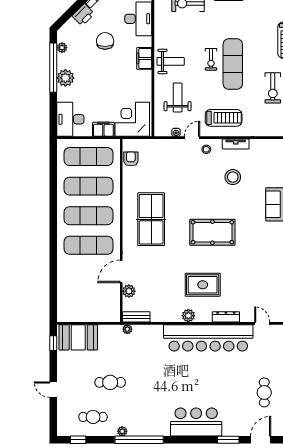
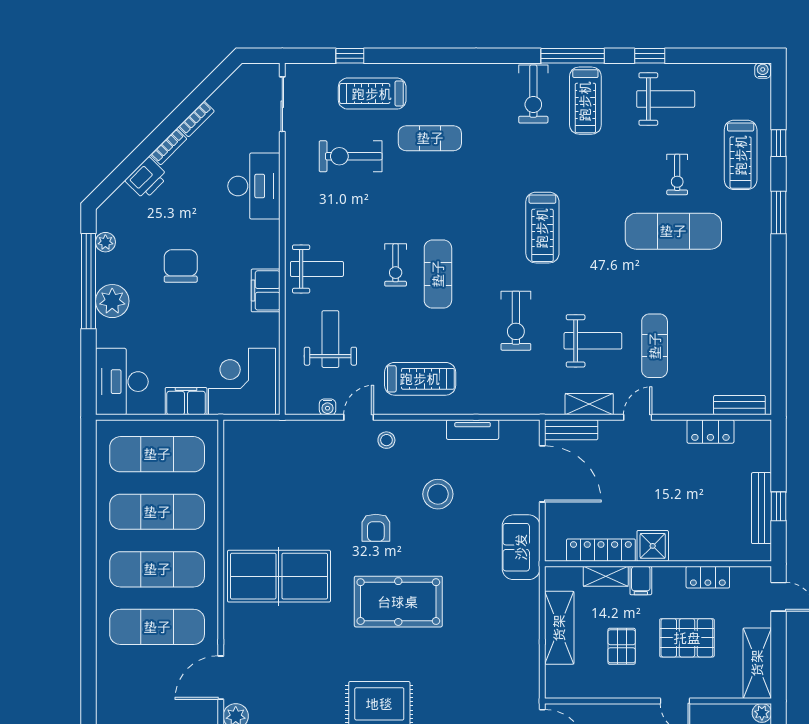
chair: (105, 41) -> (181, 266), moved
filing cabinet: (144, 58) -> (266, 290), moved
exercise mat: (233, 64) -> (438, 274), width x0.73, depth x0.69
tv unit: (236, 144) -> (473, 430), moved
armchair: (131, 159) -> (376, 528), moved, turned 180
table tennis table: (151, 219) -> (279, 576), turned 90

